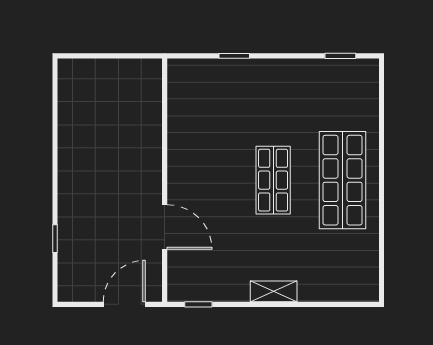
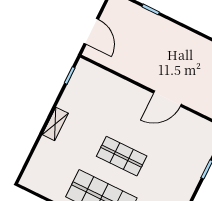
door: (165, 227) -> (167, 99), moved

